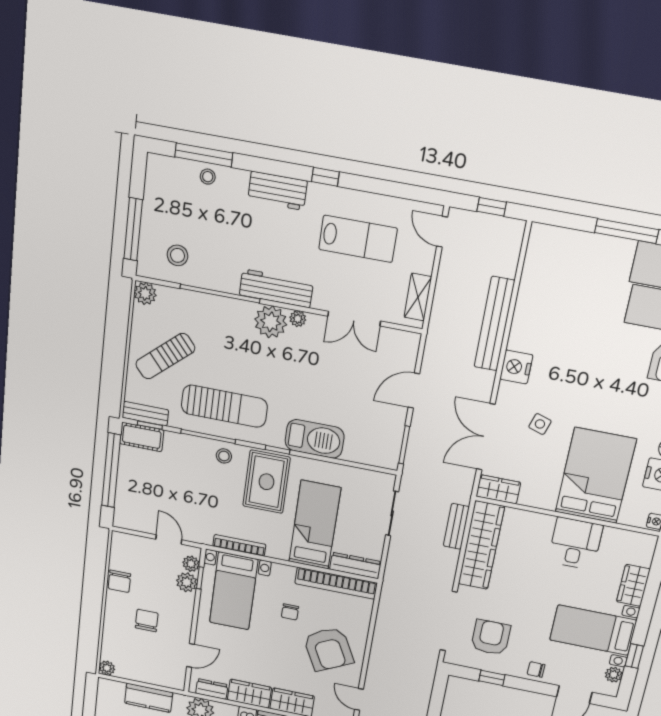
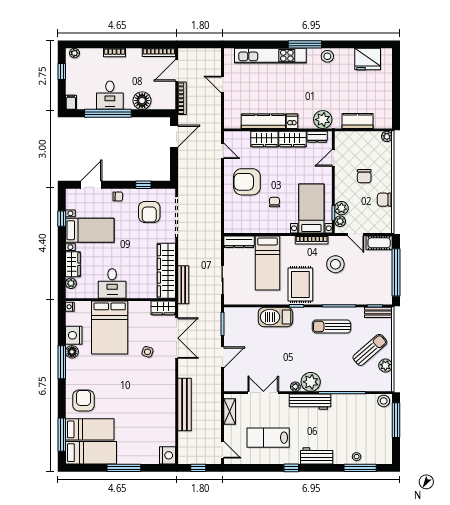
stool: (177, 255) -> (384, 401), moved
plant: (145, 293) -> (385, 366), moved
nightstand: (516, 367) -> (167, 455), moved
sun lounger: (224, 406) -> (332, 326), width x0.73, depth x0.75
cot: (142, 437) -> (379, 243), moved
stool: (224, 456) -> (335, 264), moved, width x1.89, depth x1.89
bench: (456, 526) -> (183, 285), width x1.36
chair: (119, 581) -> (384, 200), turned -90
bookcase: (336, 583) -> (249, 227), removed
armchair: (328, 649) -> (247, 182), turned -63
plant: (614, 675) -> (71, 283), moved

